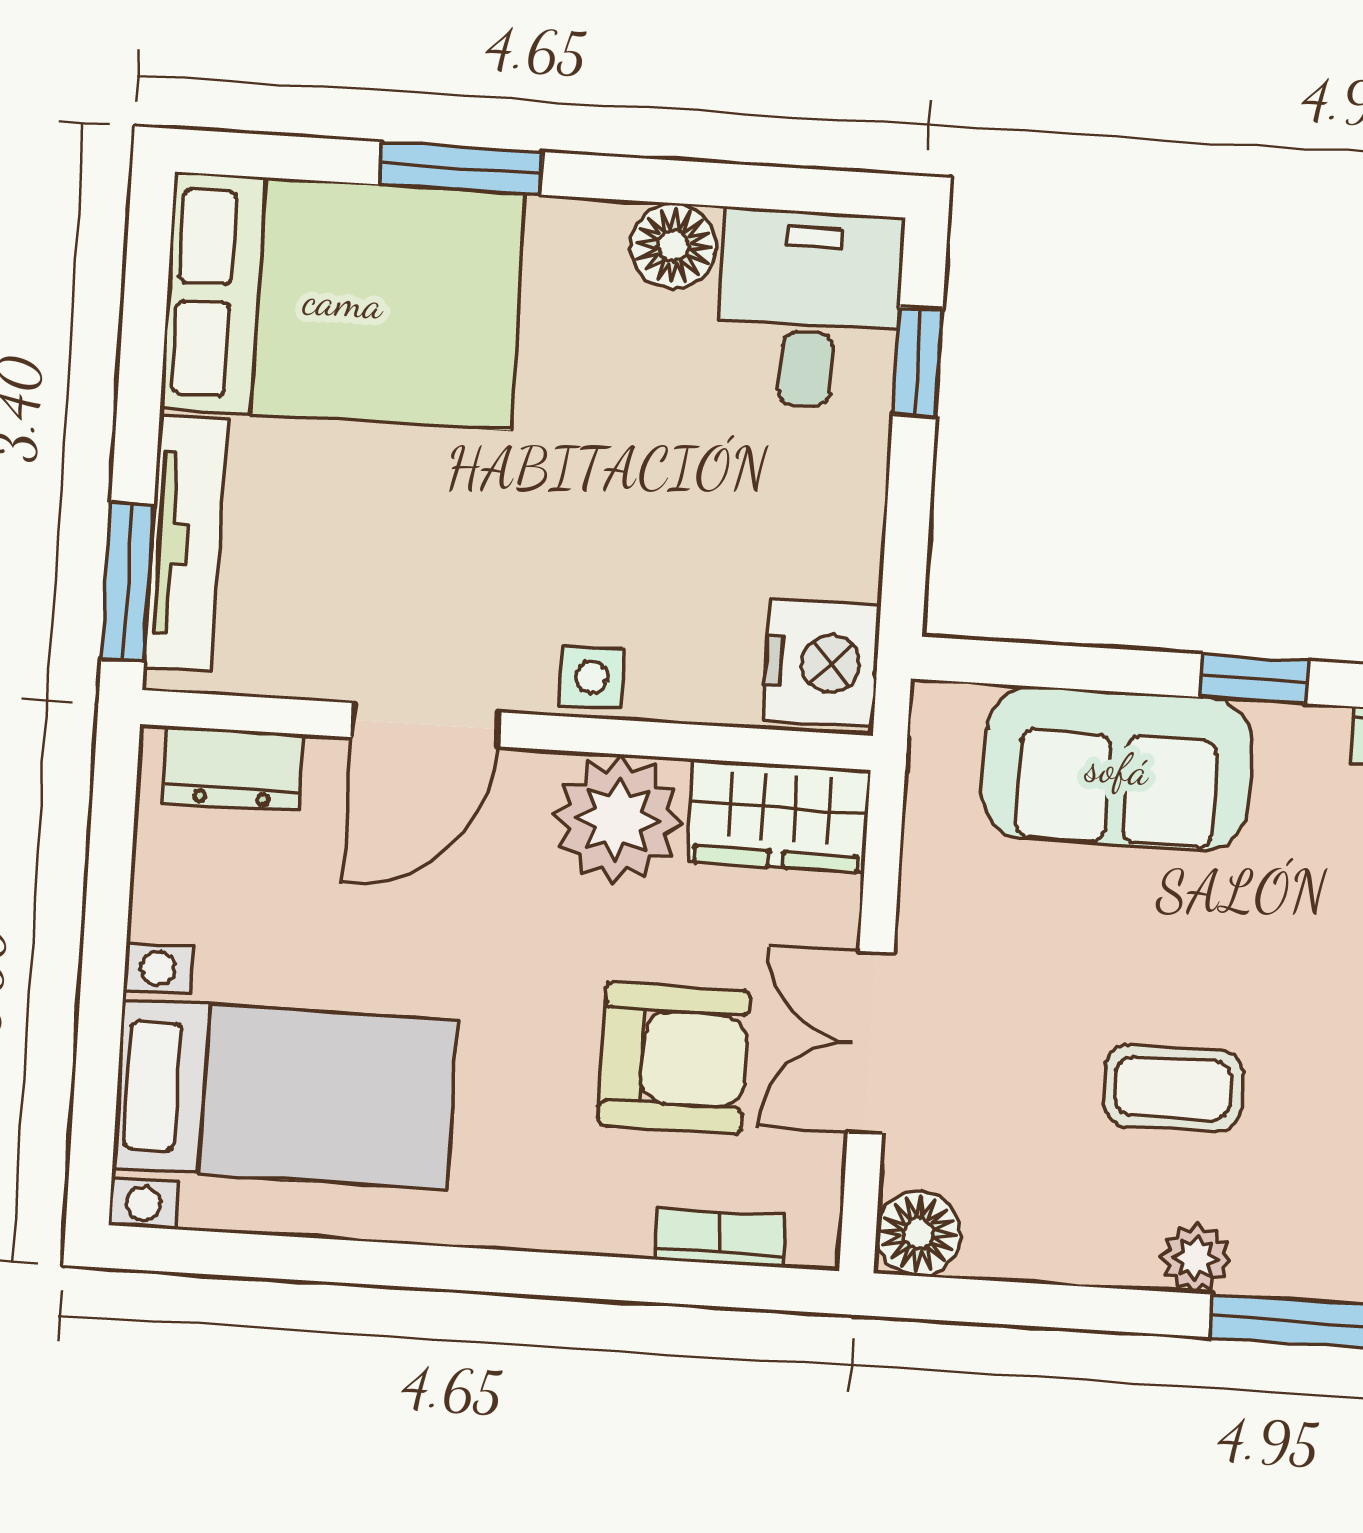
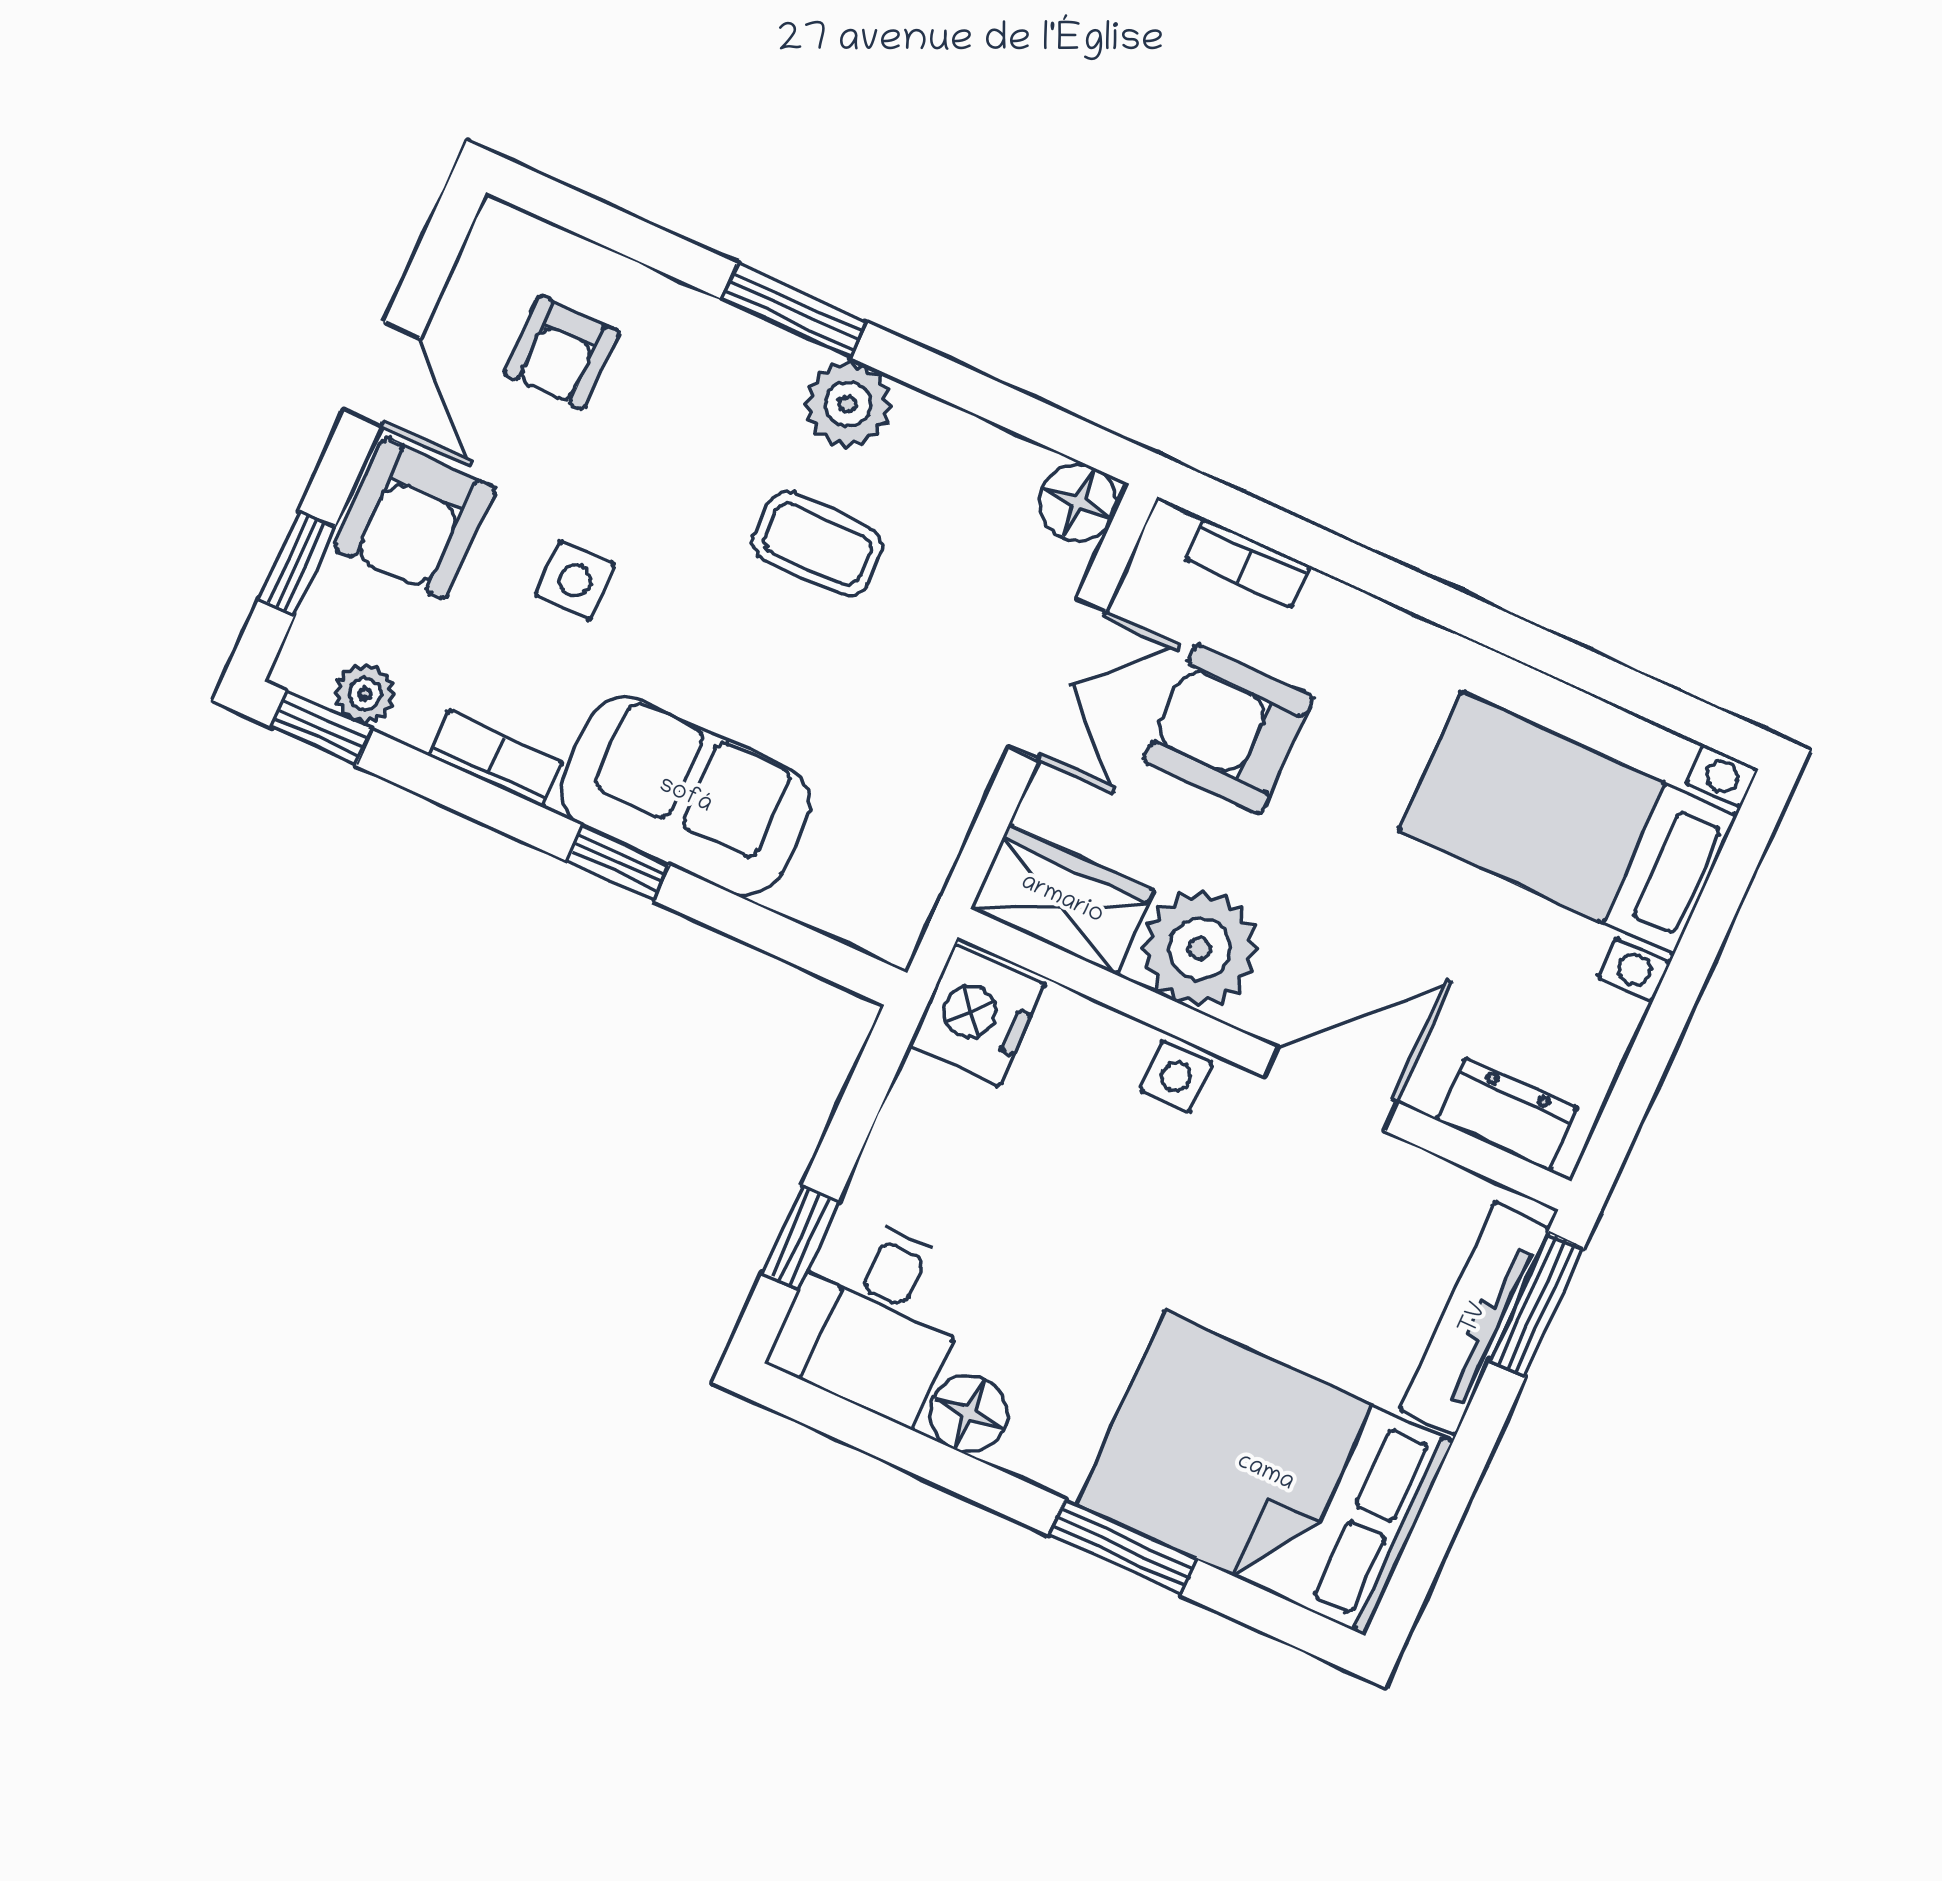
sofa: (1117, 768) -> (685, 796), moved
plant: (1196, 1258) -> (848, 404), width x1.38, depth x1.38

